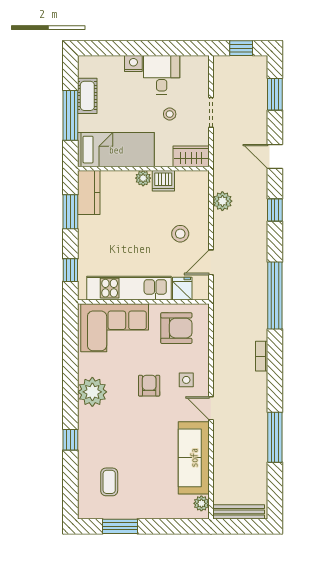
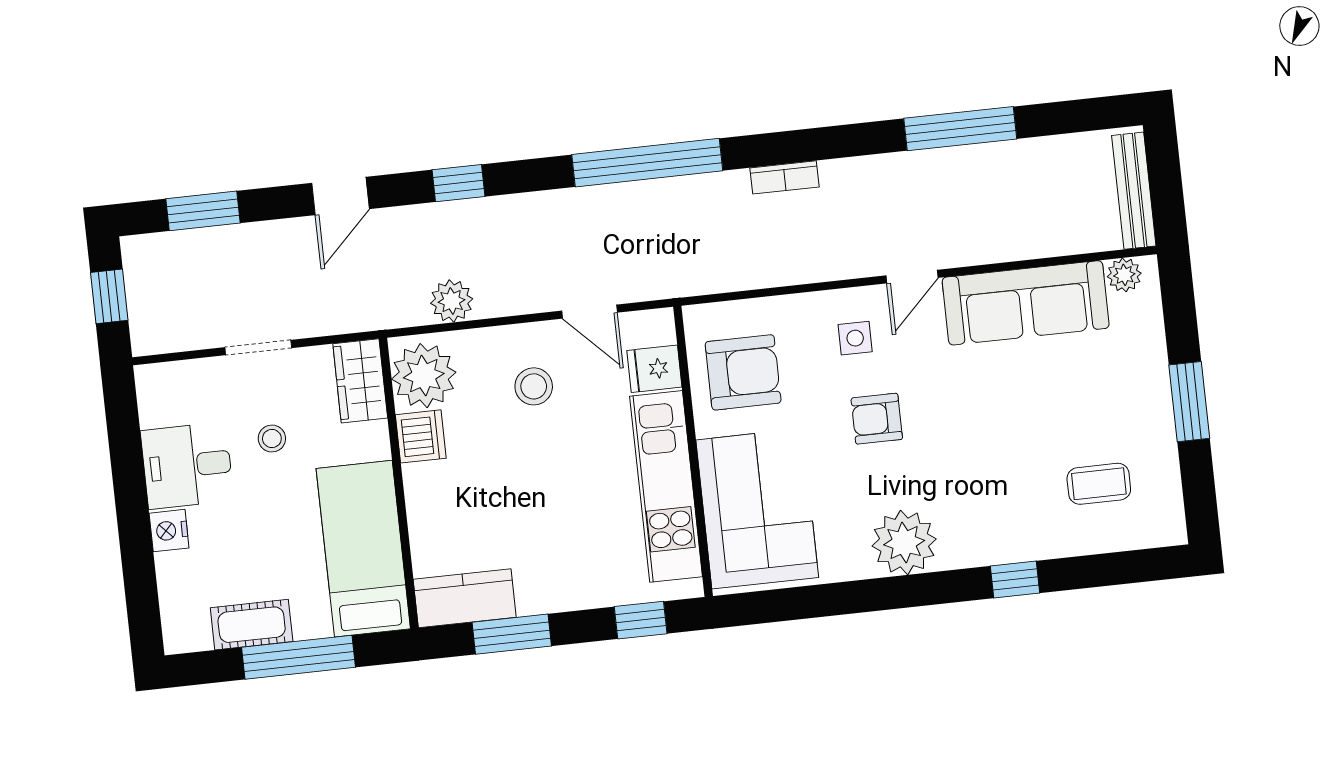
plant: (143, 178) -> (424, 376), moved, width x1.87, depth x1.87
armchair: (176, 328) -> (743, 372), turned 90
window: (120, 526) -> (1189, 402), moved

